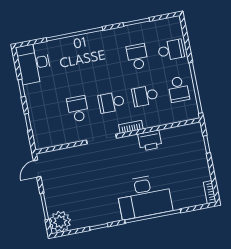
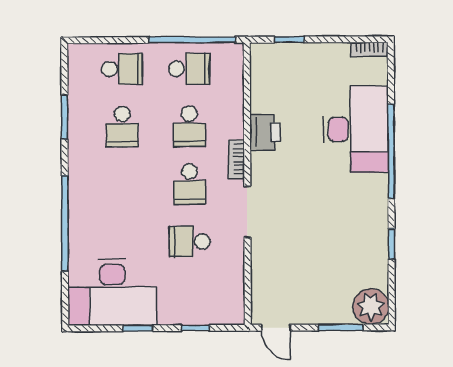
school desk: (171, 50) -> (122, 69), turned 90
school desk: (137, 57) -> (122, 127), turned -90
desk: (34, 63) -> (112, 292), width x1.36, depth x1.30
desk: (144, 197) -> (356, 129), moved

